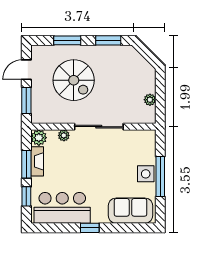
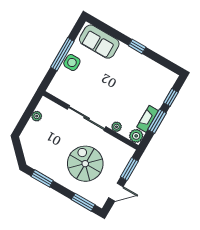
window: (67, 40) -> (83, 202), moved
bar counter: (62, 208) -> (149, 73), removed

